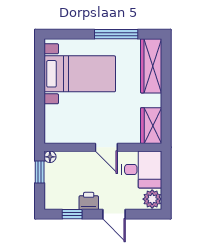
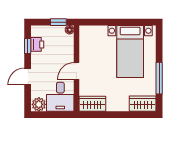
wardrobe: (151, 66) -> (143, 104), width x0.67
printer: (89, 201) -> (37, 44), moved

